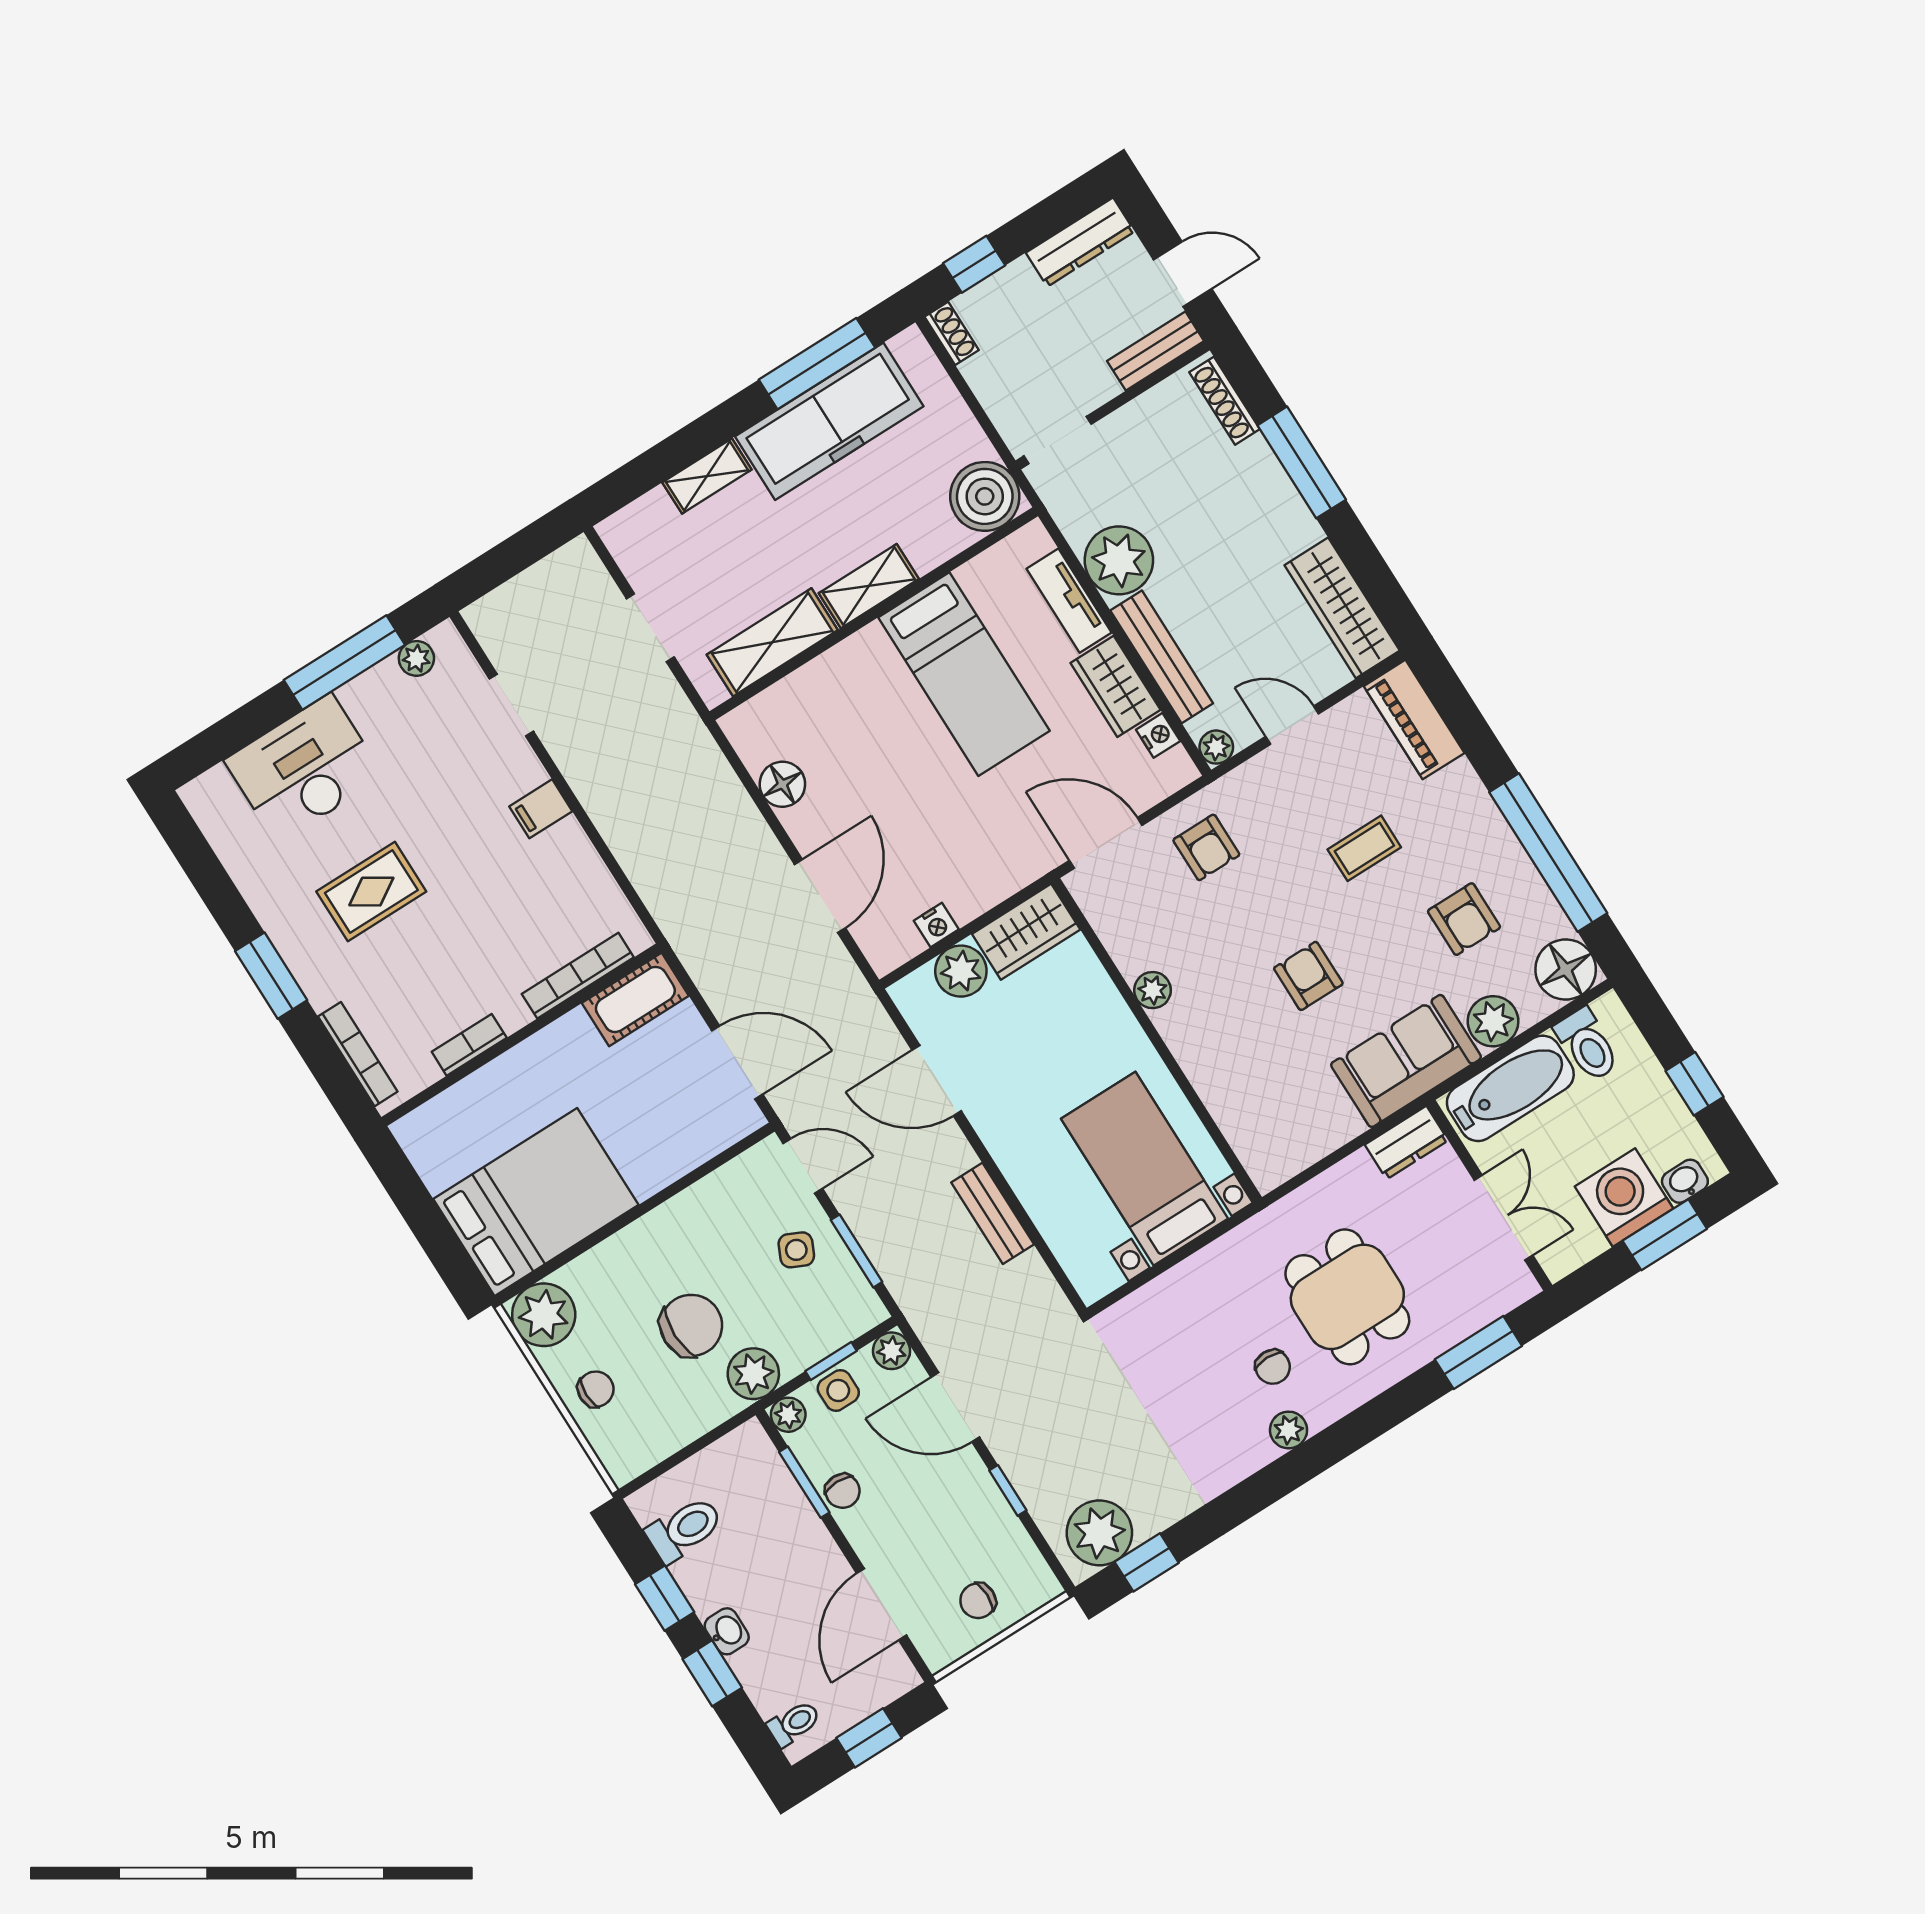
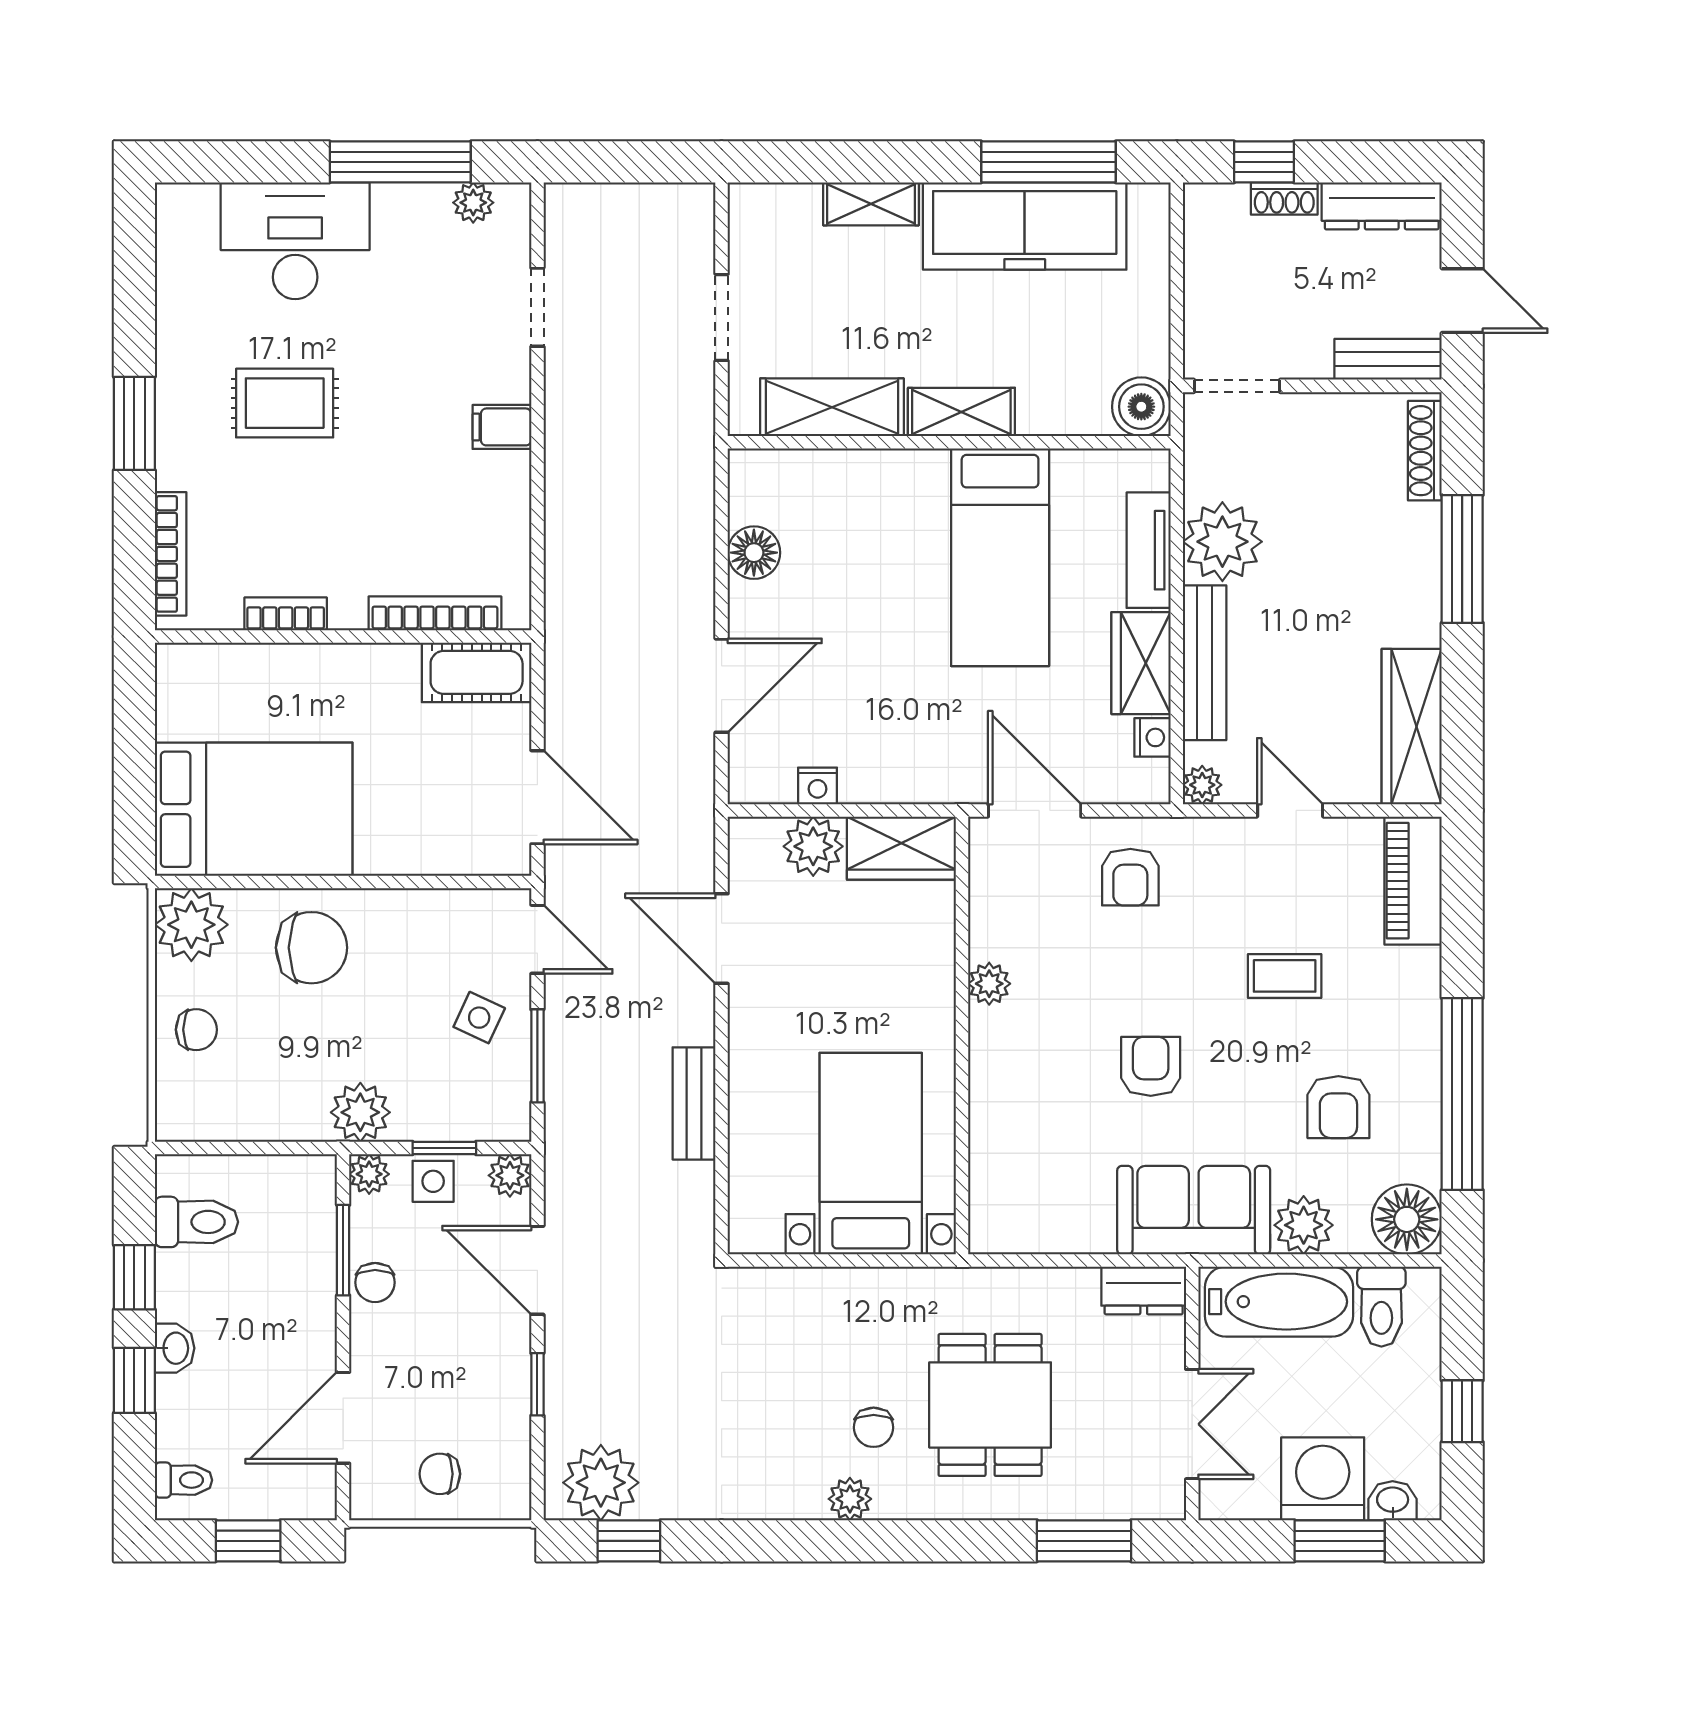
shoe rack: (952, 333) -> (1284, 198), moved, turned 90
boiler: (985, 496) -> (1141, 407), width x0.73, depth x0.73
chair: (691, 1325) -> (311, 948), moved

